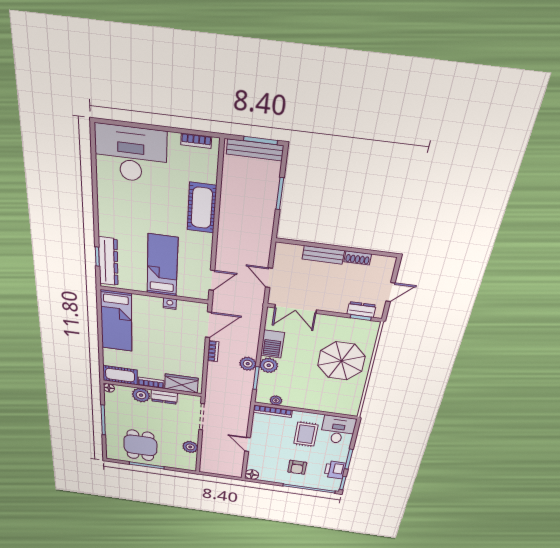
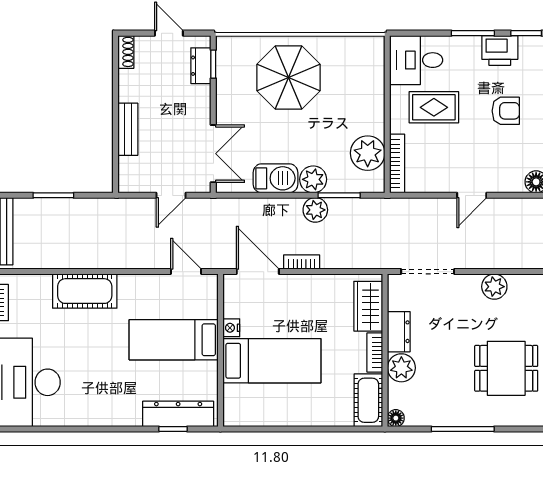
shoe rack: (358, 258) -> (126, 52), moved
bed: (116, 321) -> (272, 361), moved
plant: (276, 400) -> (368, 153), width x1.88, depth x1.88

